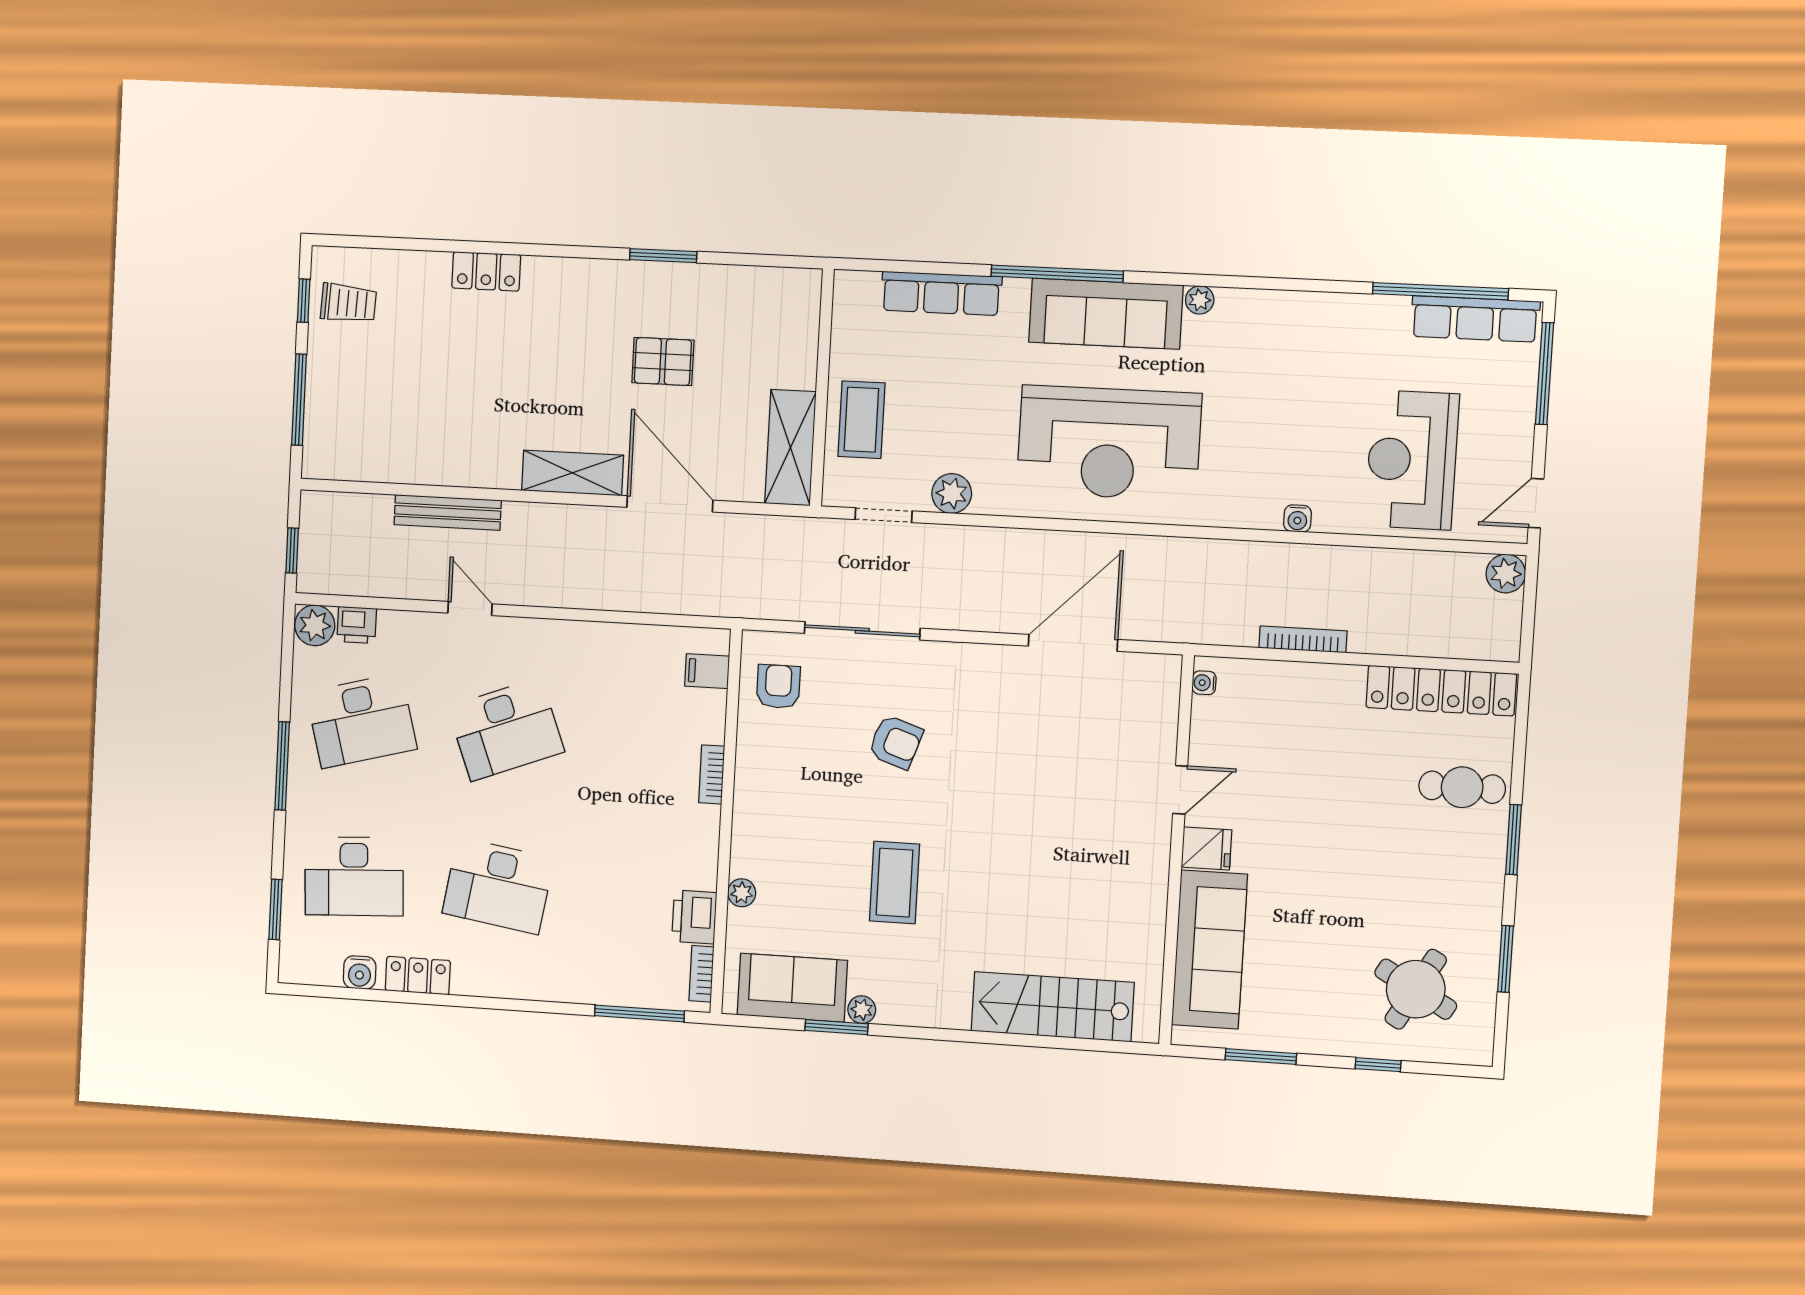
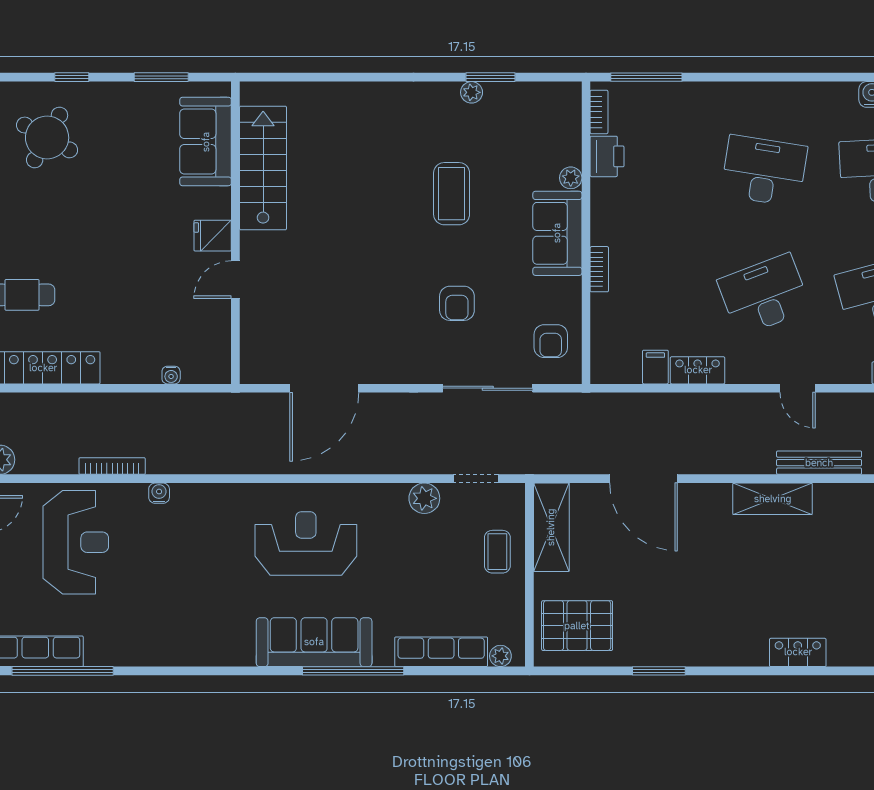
plant: (1200, 300) -> (500, 656), moved
pallet: (663, 362) -> (577, 626), moved, width x1.50, depth x1.42
coffee table: (861, 420) -> (497, 552), width x0.73, depth x0.77
reception desk: (1109, 443) -> (306, 543), width x0.74, depth x0.77
shelving: (573, 473) -> (773, 499), moved
bookcase: (1303, 639) -> (112, 466), moved, turned 180
filing cabinet: (707, 671) -> (655, 367), moved, turned -90
water cooler: (1204, 683) -> (171, 375), moved, turned 90
armchair: (896, 742) -> (457, 303), turned -109
sofa: (1209, 950) -> (206, 142), width x0.73
locker: (418, 976) -> (698, 370), moved, turned 180
sofa: (792, 988) -> (557, 233), moved, turned 90
stairs: (1053, 1007) -> (263, 168), moved, turned -90

